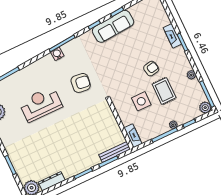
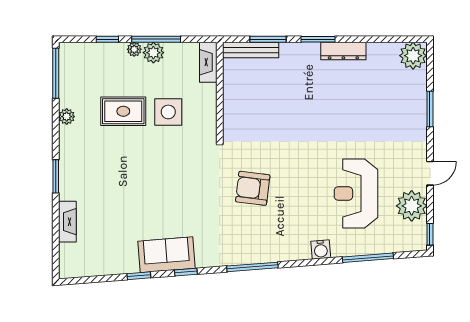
sofa: (113, 26) -> (167, 255), width x0.73
fireplace: (172, 36) -> (67, 222), moved
water cooler: (57, 54) -> (321, 249), moved
armchair: (151, 69) -> (127, 158), removed
rug: (164, 91) -> (123, 111), turned 90
reception desk: (41, 104) -> (356, 193), moved, turned 90
plant: (205, 108) -> (153, 53), moved
dresser: (52, 181) -> (343, 51), moved

